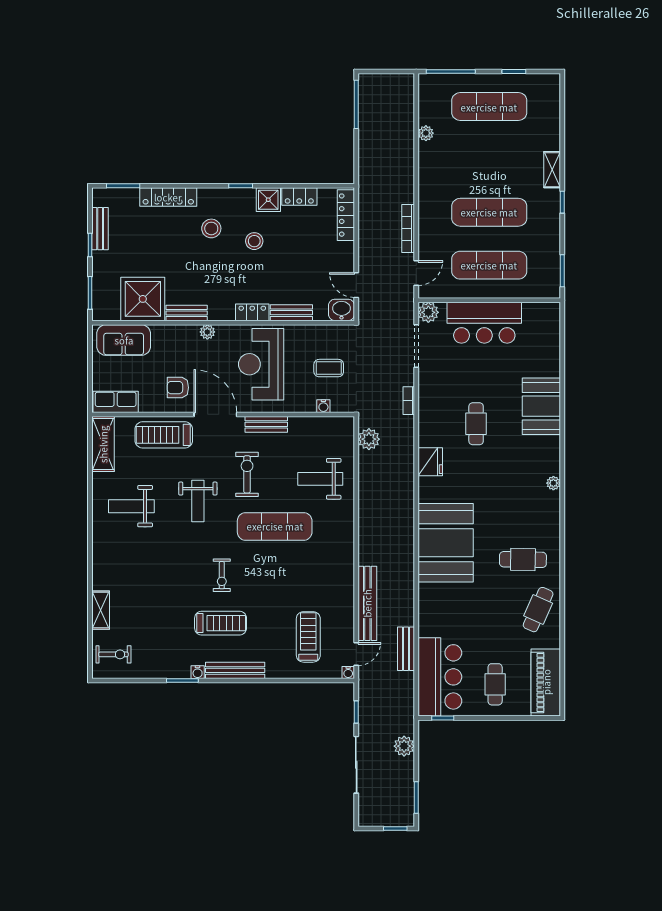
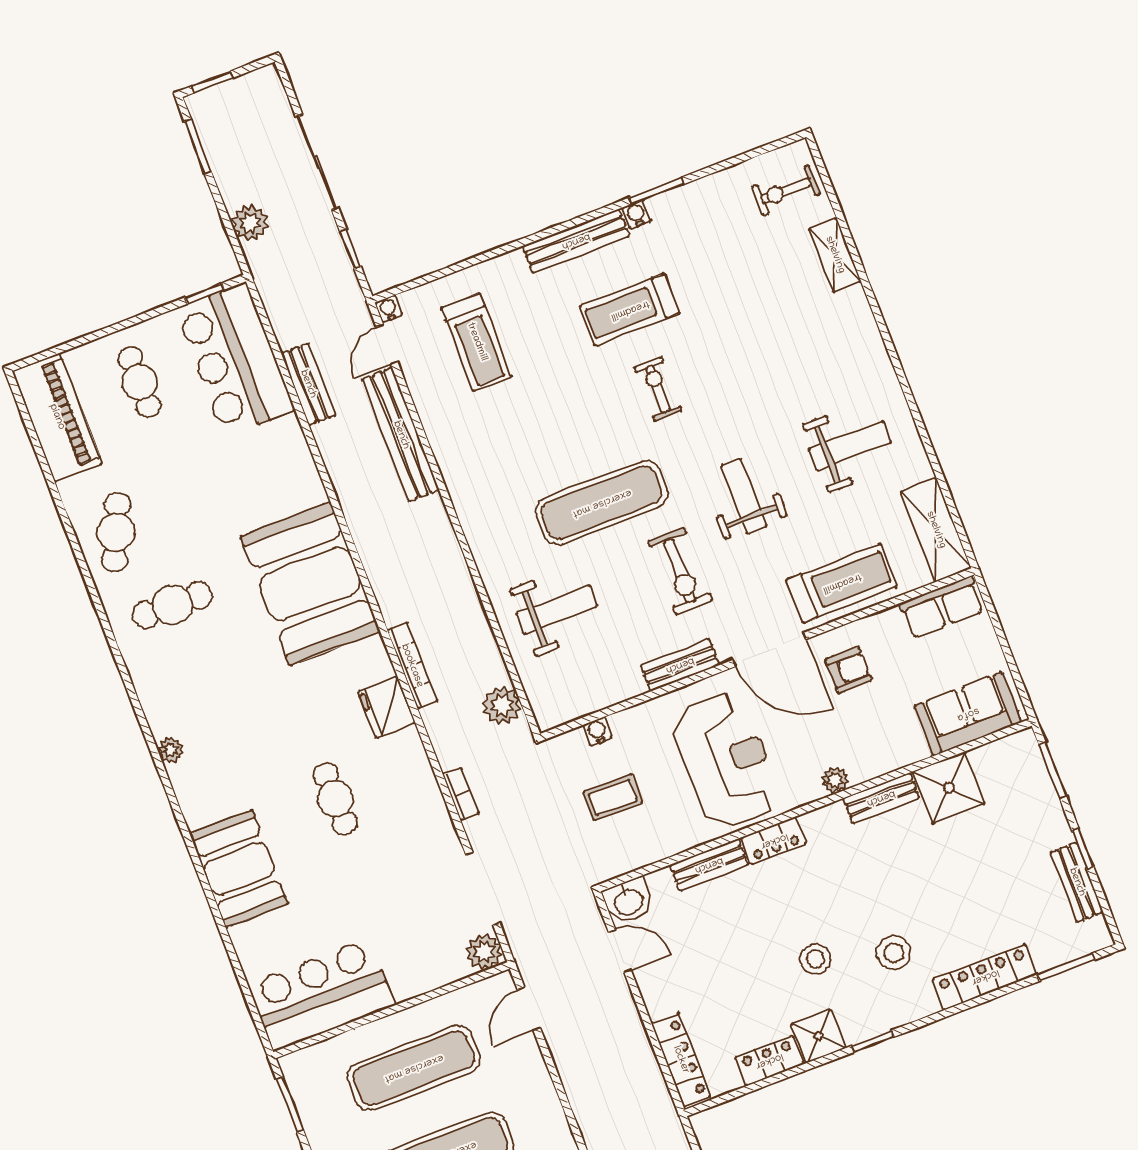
bookcase: (408, 229) -> (412, 666), moved
shower: (143, 299) -> (949, 788), width x0.73, depth x0.73
bar counter: (484, 323) -> (322, 995), moved

